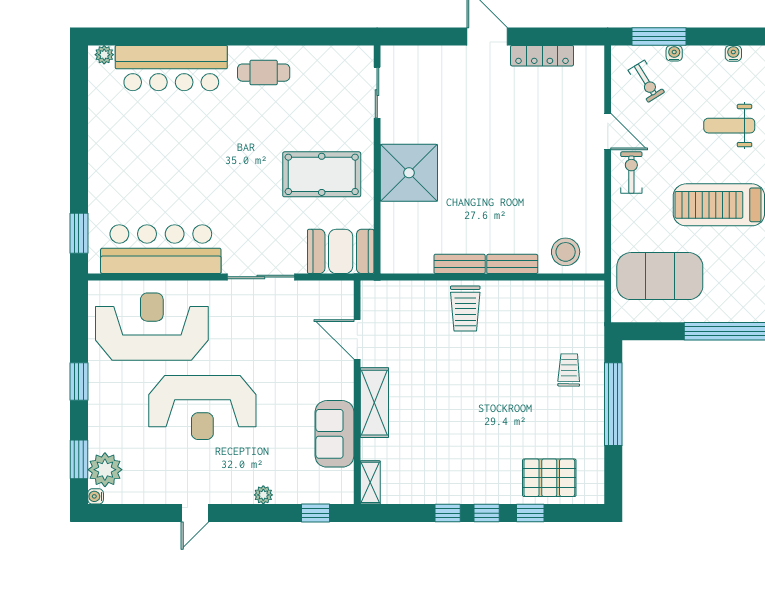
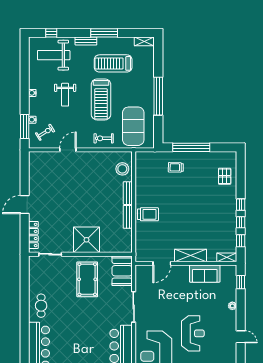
locker: (542, 56) -> (33, 235), moved
exercise bike: (631, 173) -> (104, 138), moved
reception desk: (202, 407) -> (193, 333), width x0.74, depth x0.77
pallet: (549, 478) -> (225, 176), width x0.67, depth x0.71
window: (530, 513) -> (241, 241), moved

